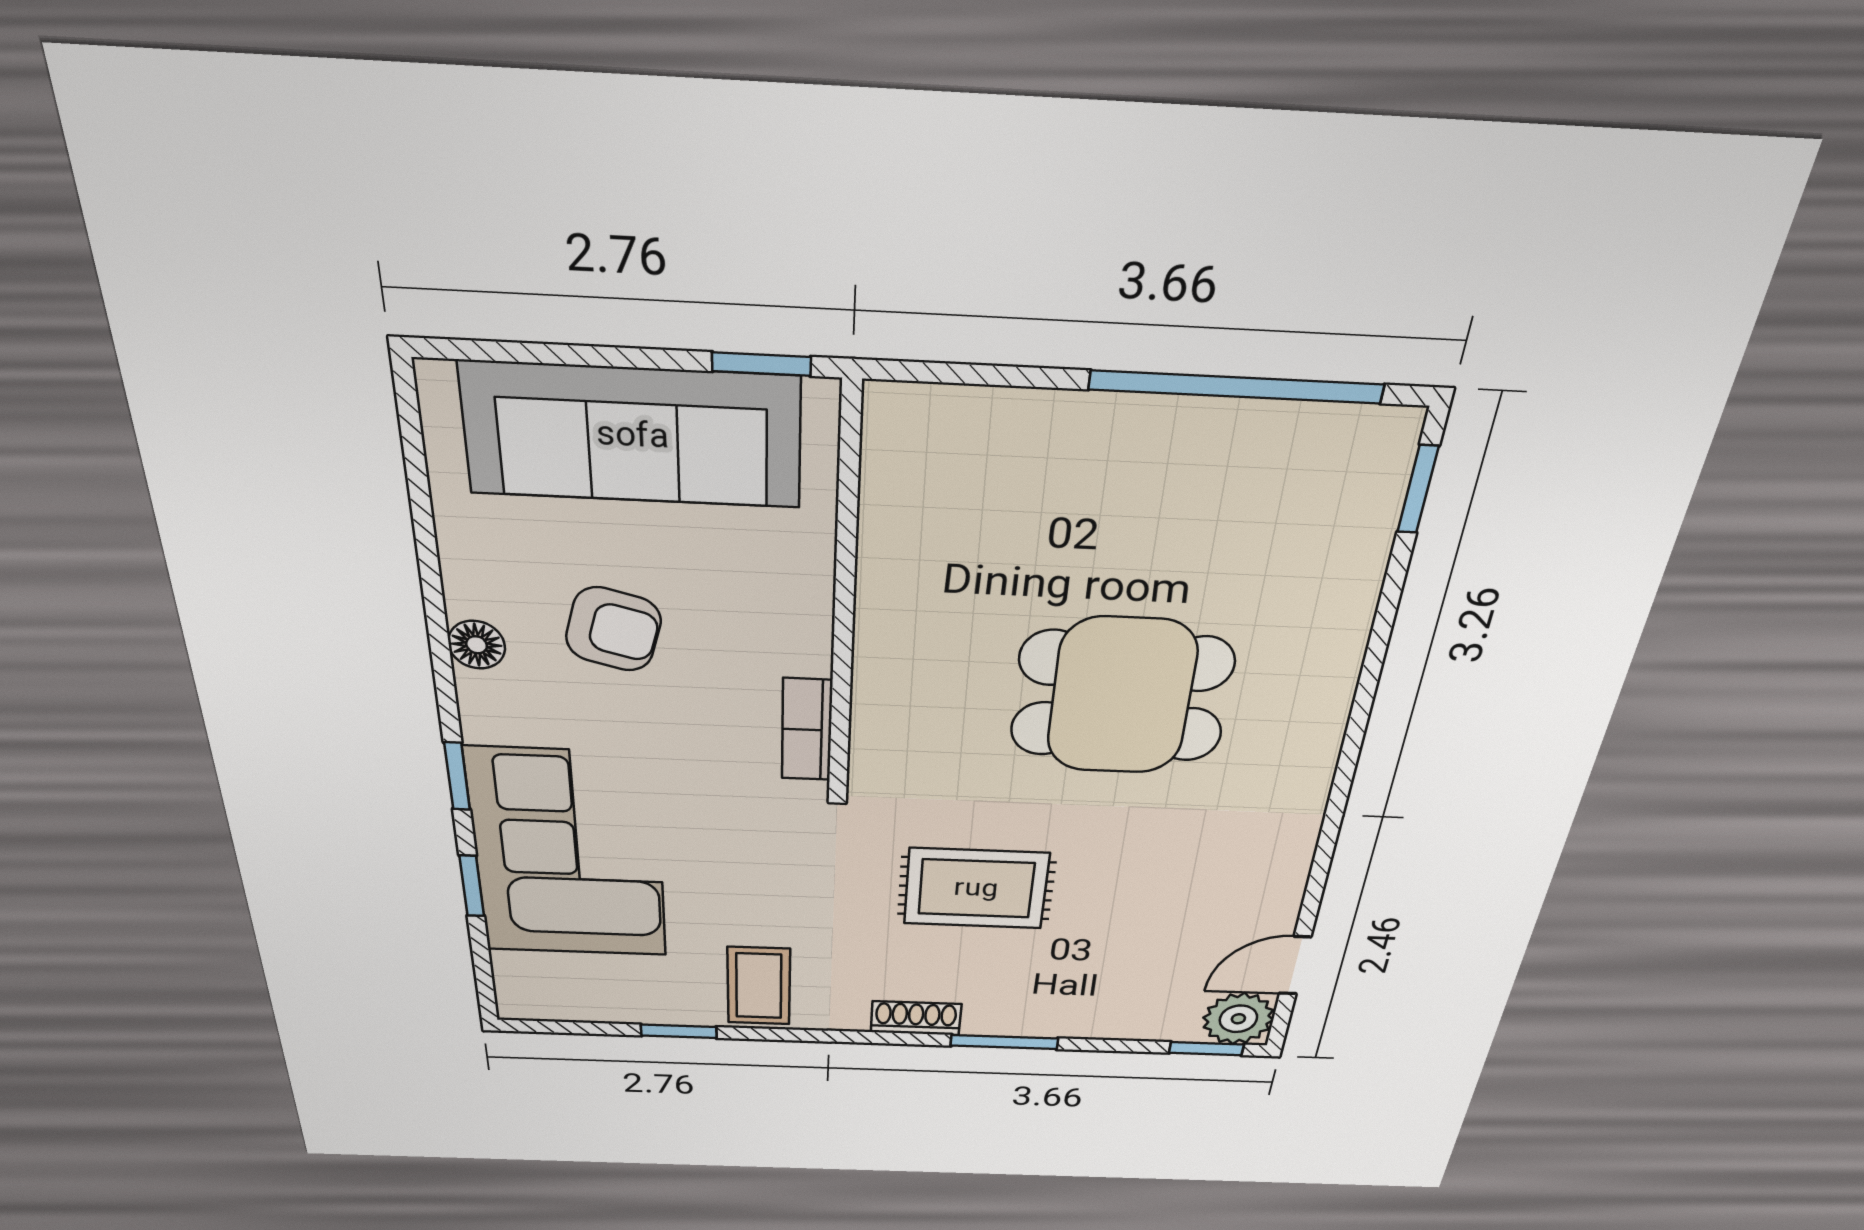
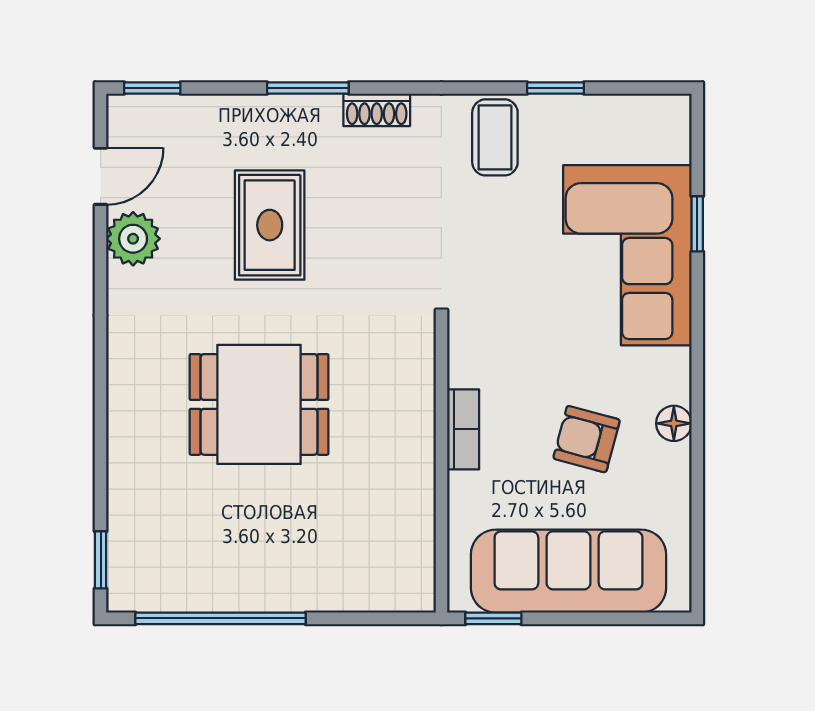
bookcase: (807, 730) -> (463, 429), moved
window: (457, 776) -> (697, 319), removed
rug: (976, 888) -> (270, 225), moved, turned 90
plant: (1238, 1019) -> (133, 239), moved

